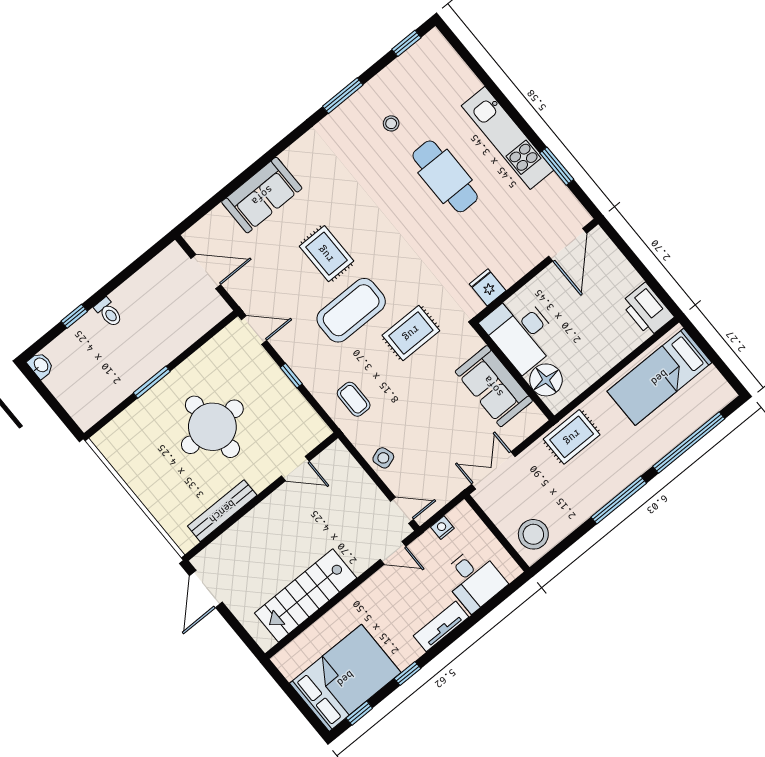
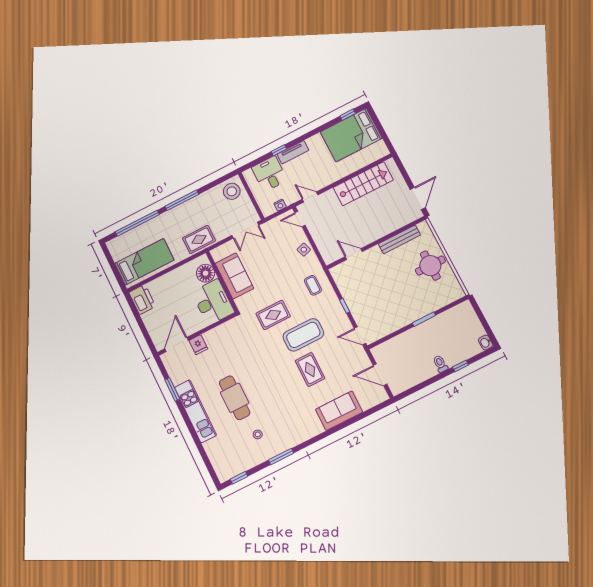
fridge: (488, 287) -> (198, 345), moved
round table: (212, 427) -> (430, 266), moved, width x0.73, depth x0.73
window: (408, 674) -> (279, 150), moved

